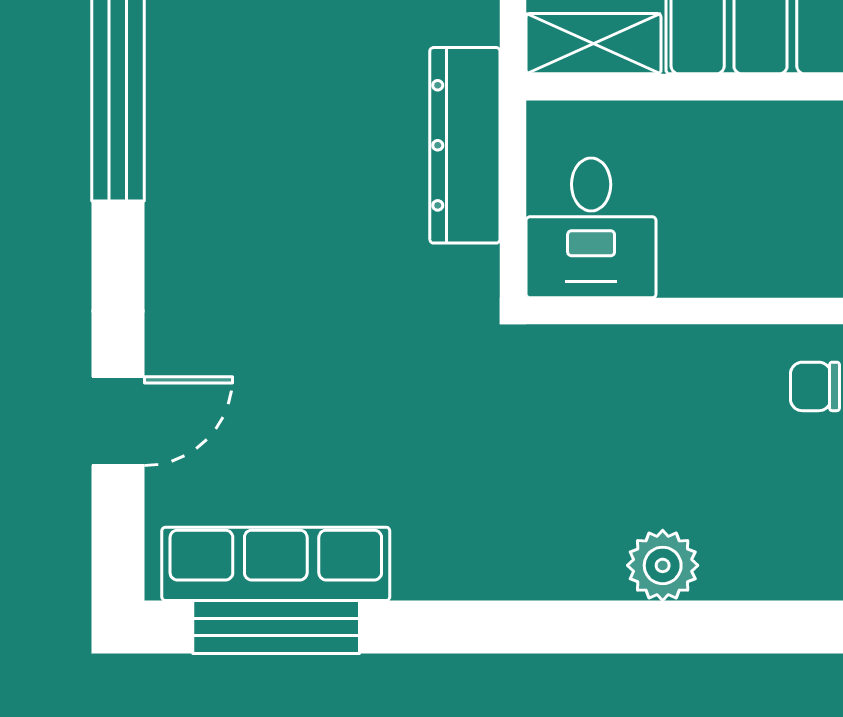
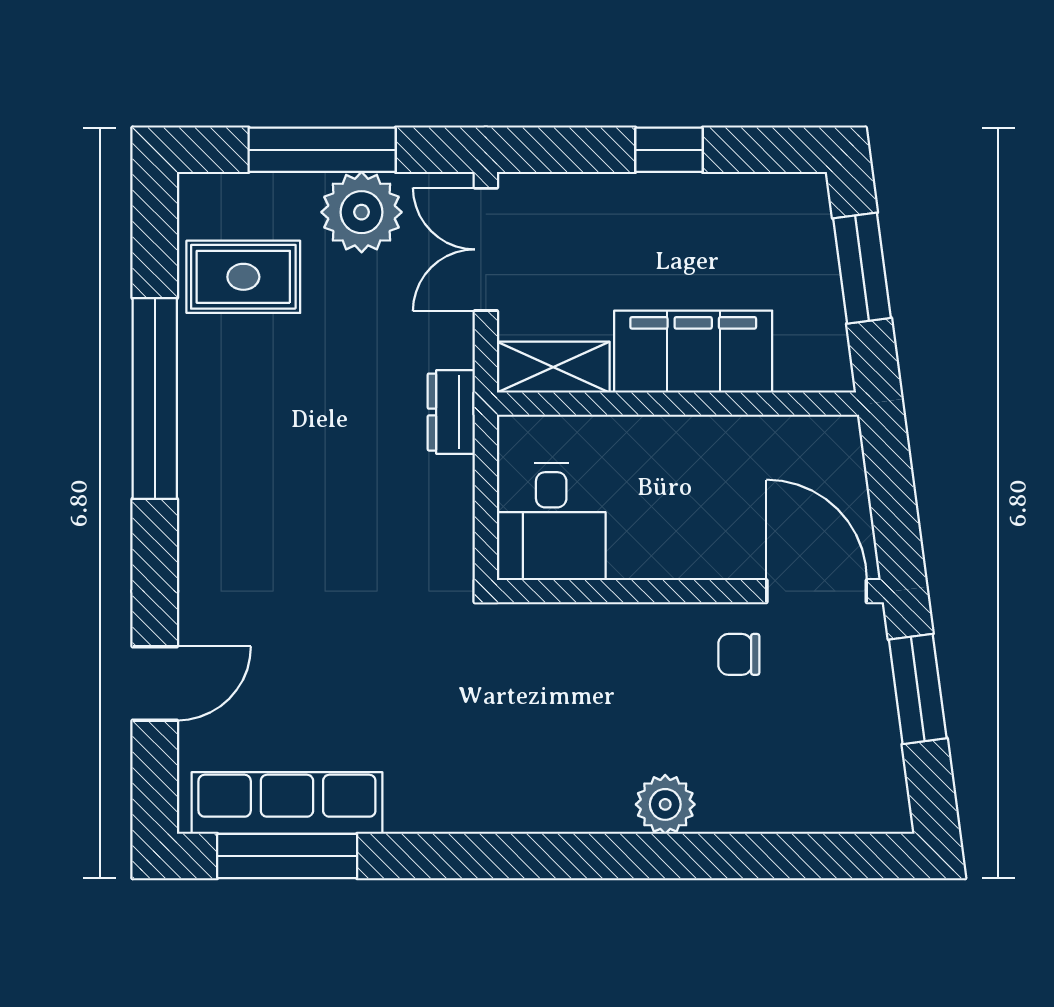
dresser: (465, 145) -> (451, 412), width x0.51, depth x0.80
plant: (663, 565) -> (665, 804), moved

